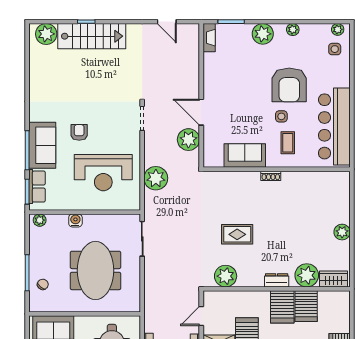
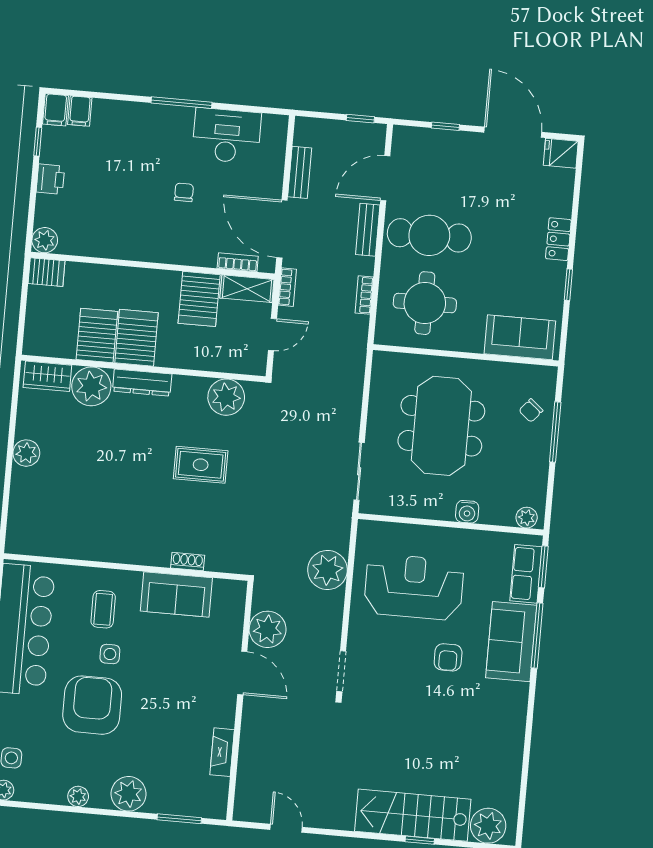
fireplace: (209, 38) -> (222, 752), moved
shoe rack: (271, 176) -> (188, 562), moved
dresser: (277, 280) -> (142, 383), width x1.44

